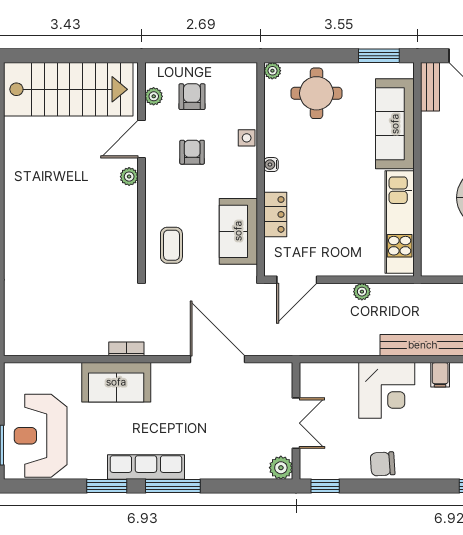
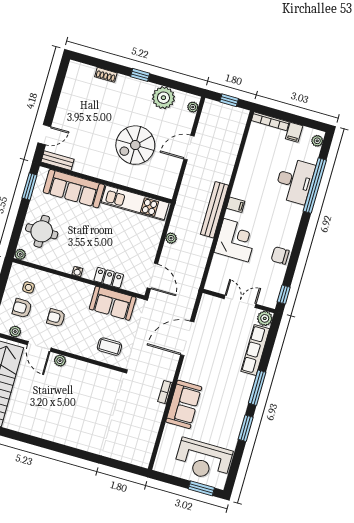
side table: (247, 138) -> (28, 287), moved
chair: (383, 464) -> (280, 255), turned 94
row of seats: (146, 467) -> (255, 350), moved

